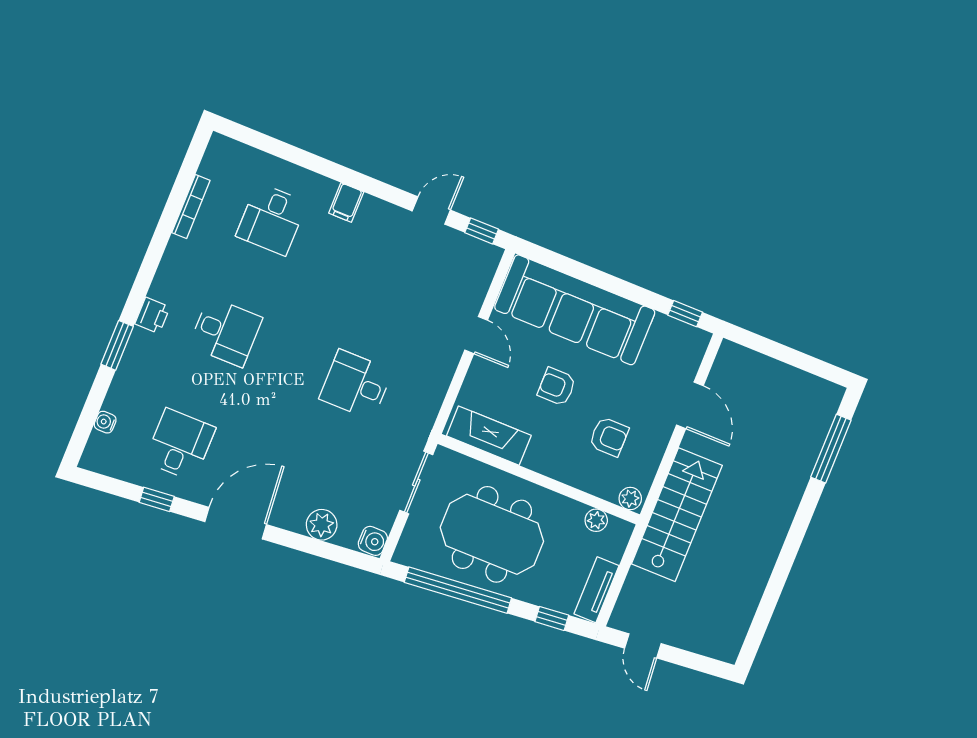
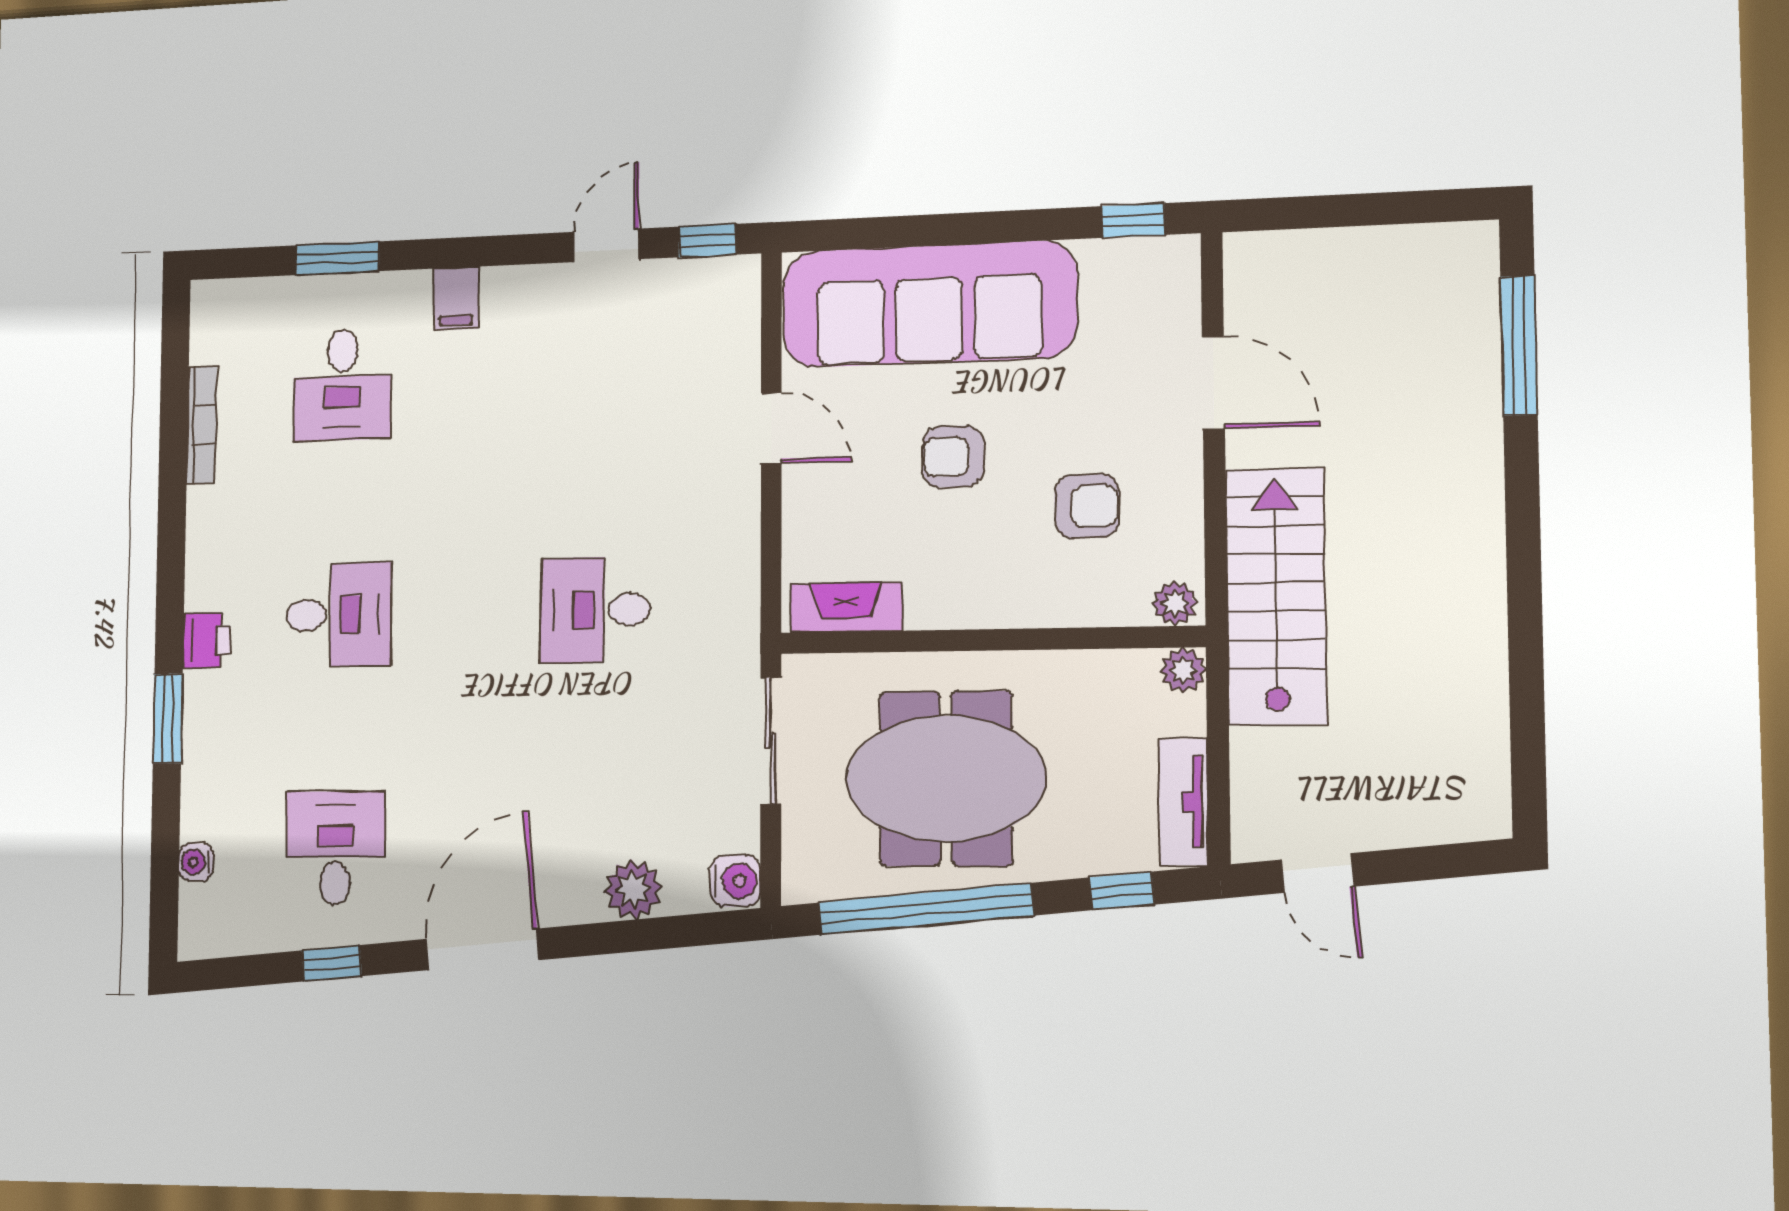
window: (294, 155) -> (337, 258), added
fireplace: (489, 436) -> (846, 607), width x0.73, depth x0.76
plant: (596, 520) -> (1183, 670), moved

